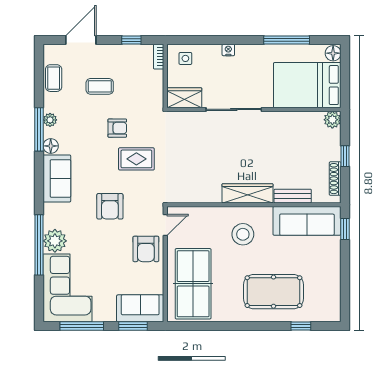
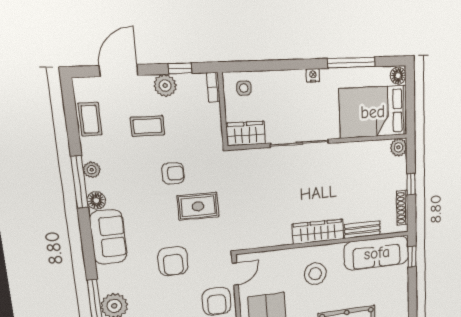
nightstand: (228, 50) -> (313, 75), moved
plant: (118, 54) -> (165, 86), added

